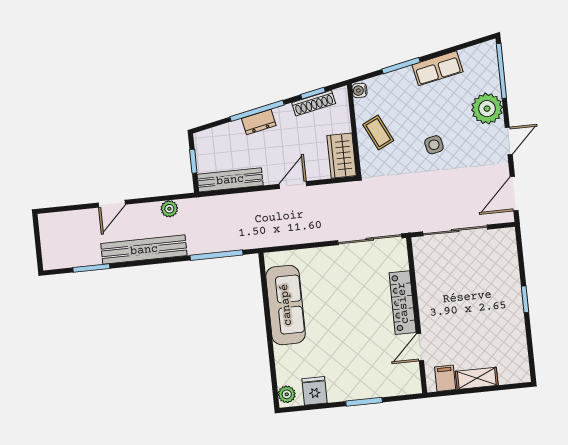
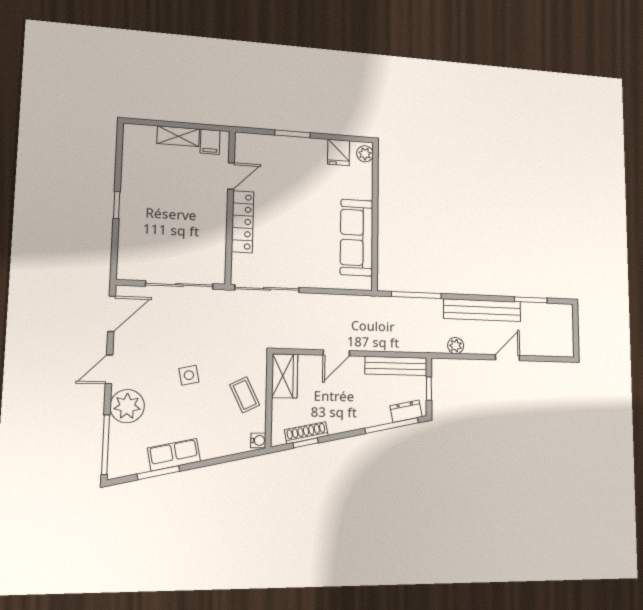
window: (401, 66) -> (158, 473), moved
window: (257, 111) -> (392, 426), moved
dresser: (259, 122) -> (406, 411), moved

